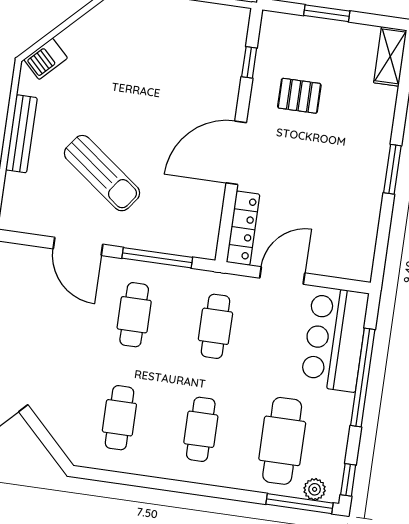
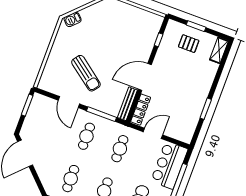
pallet: (299, 96) -> (189, 44), moved
bench: (21, 134) -> (127, 104), moved
window: (392, 169) -> (206, 109), moved

